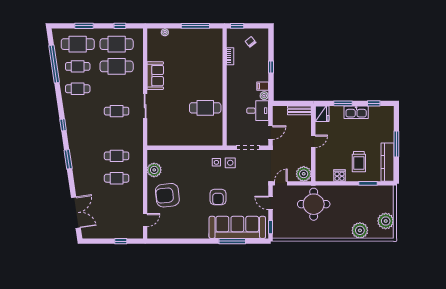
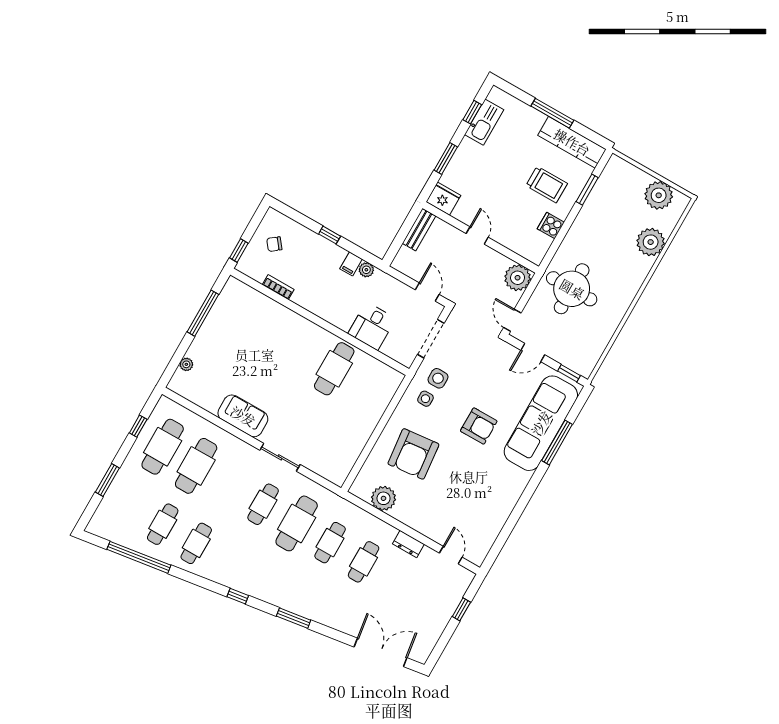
cafe table: (78, 44) -> (297, 523), moved
desk: (258, 111) -> (372, 326), moved, turned 180
kitchen sink: (356, 112) -> (484, 122), moved
armchair: (167, 195) -> (413, 454), moved
dresser: (138, 196) -> (408, 544), added

